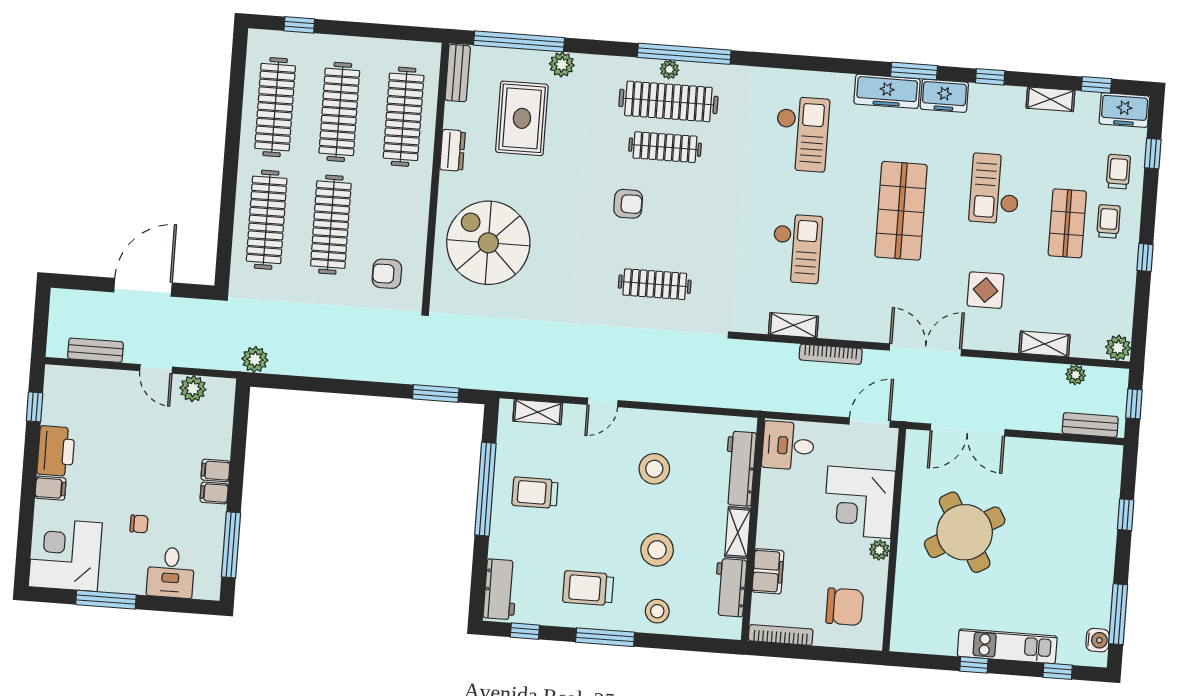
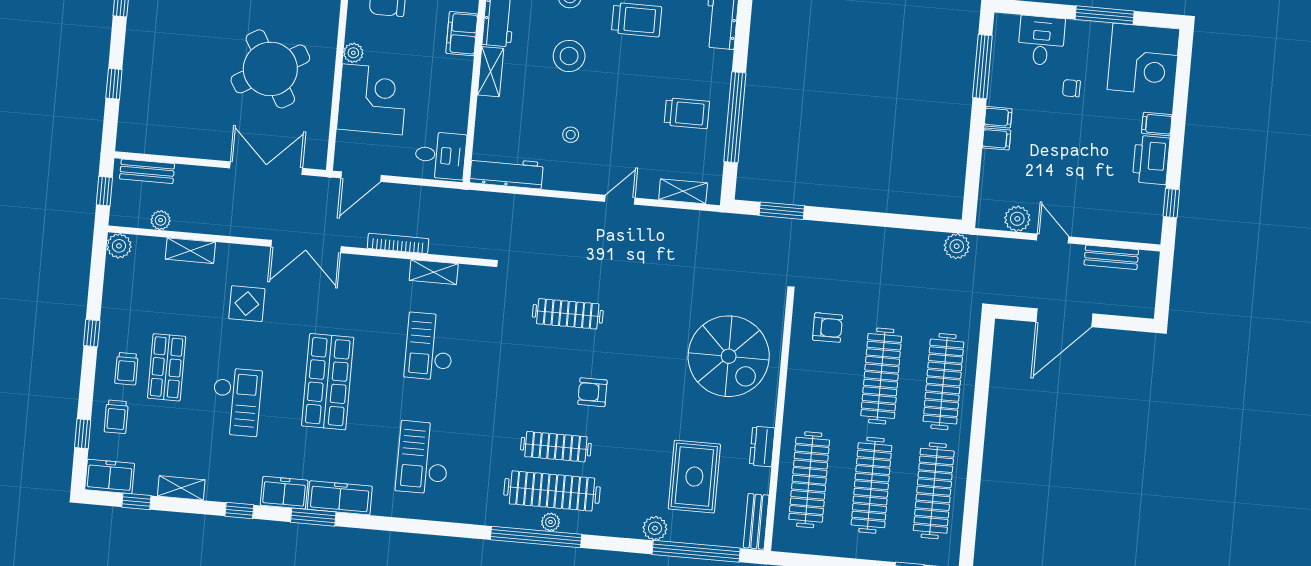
stool: (654, 469) -> (571, 135), width x0.53, depth x0.53
workbench: (740, 469) -> (506, 173), moved, turned -90

